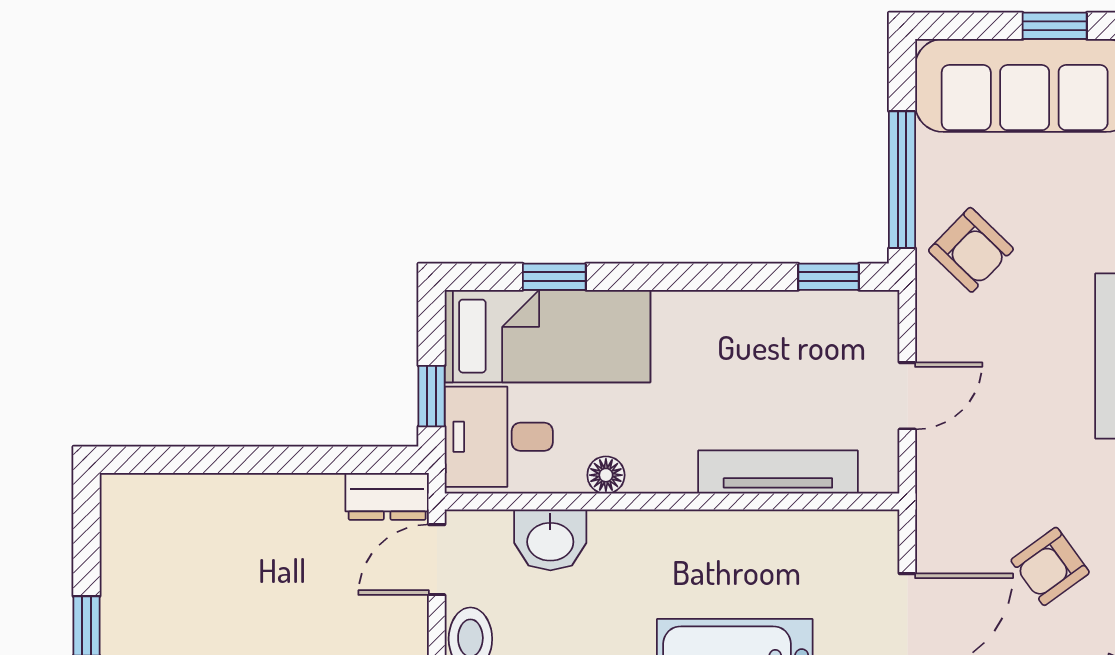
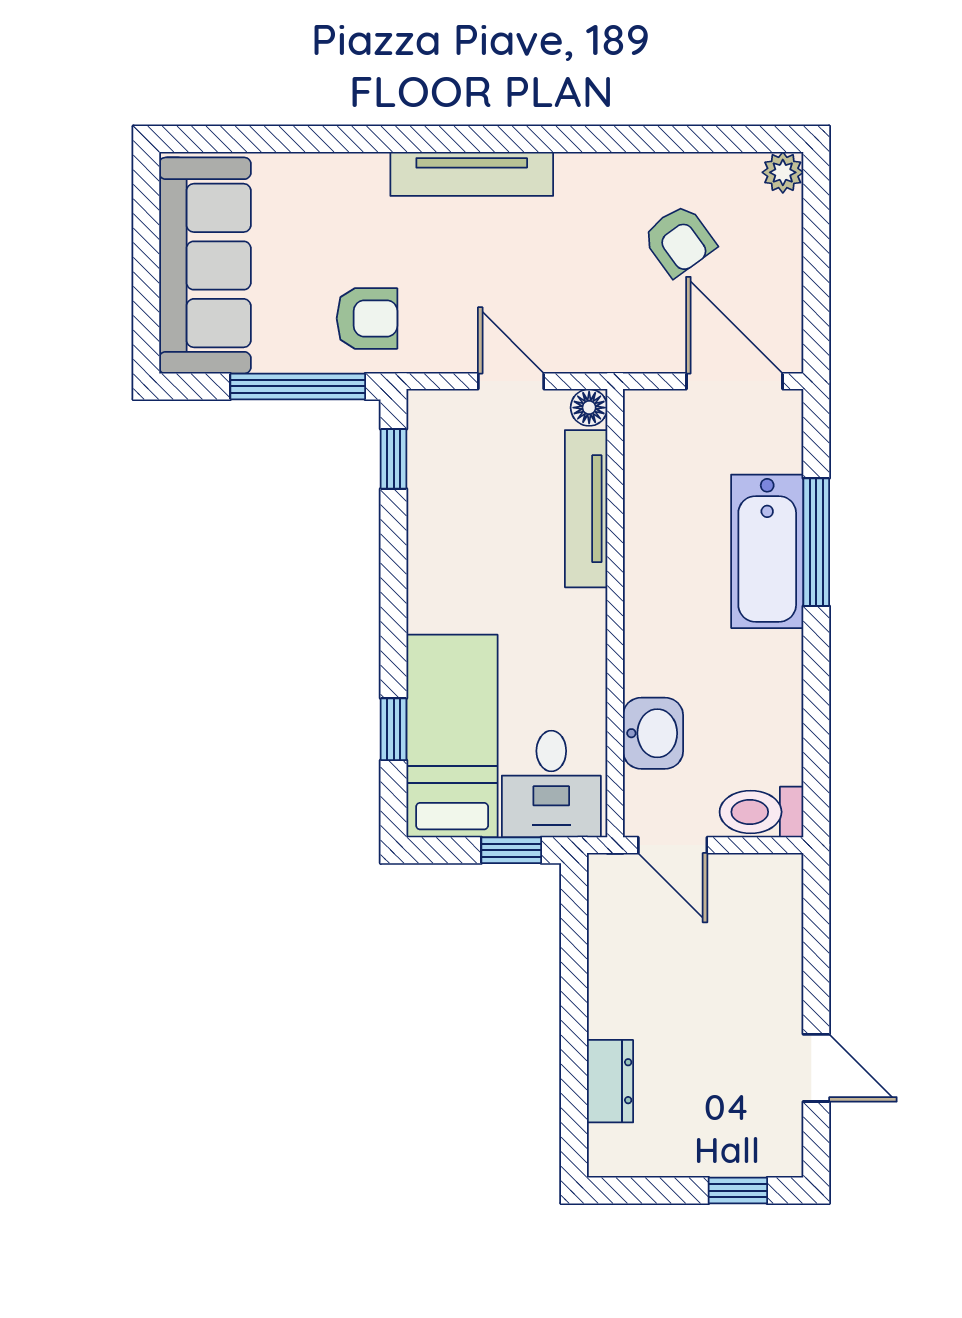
window: (1055, 26) -> (146, 236), removed
armchair: (971, 250) -> (367, 318), turned 46
floor lamp: (606, 475) -> (589, 408), moved
dresser: (387, 496) -> (610, 1081), moved

